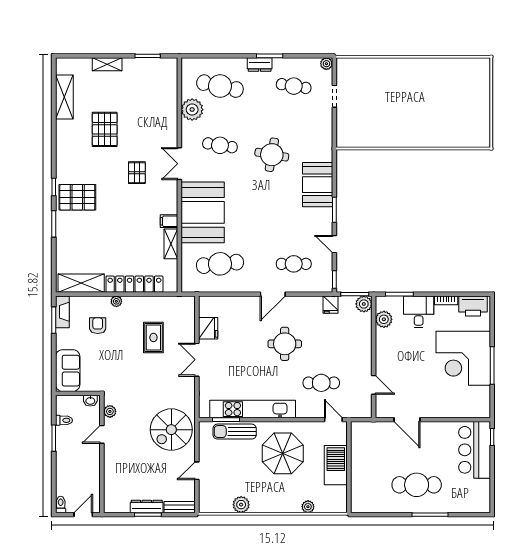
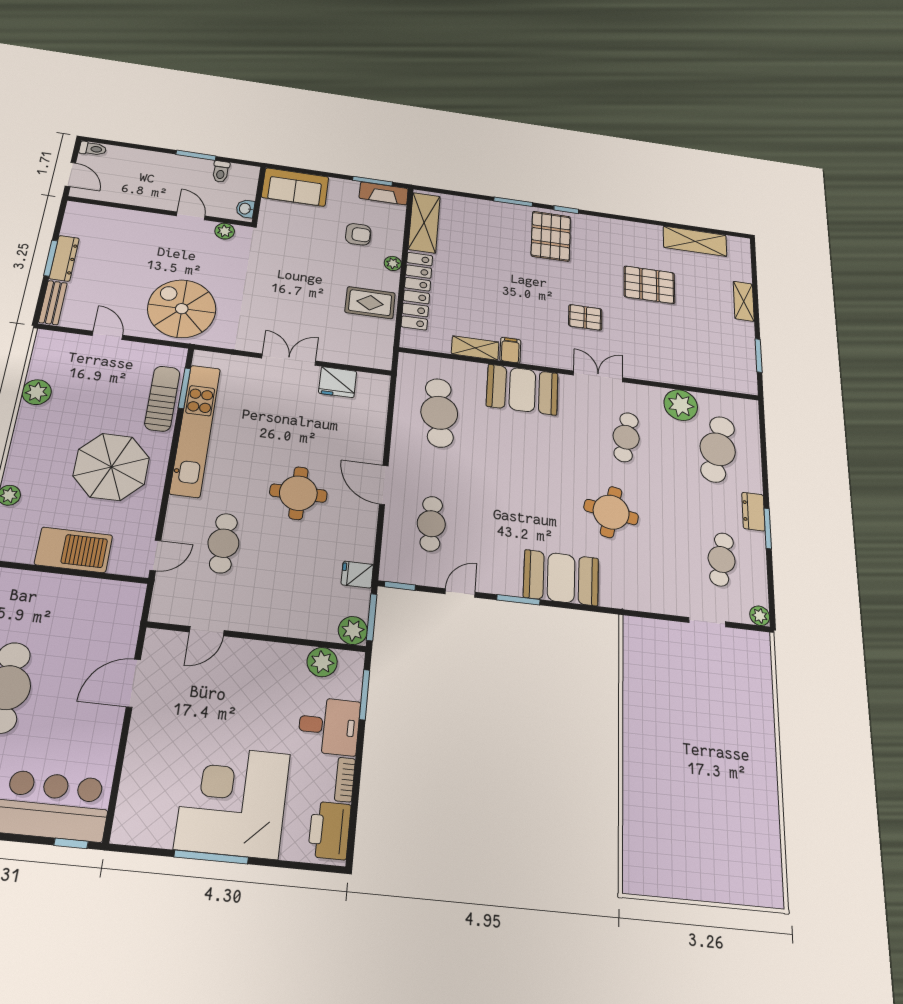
booth: (203, 212) -> (522, 390), width x0.73, depth x0.70
rug: (153, 337) -> (370, 303), moved

